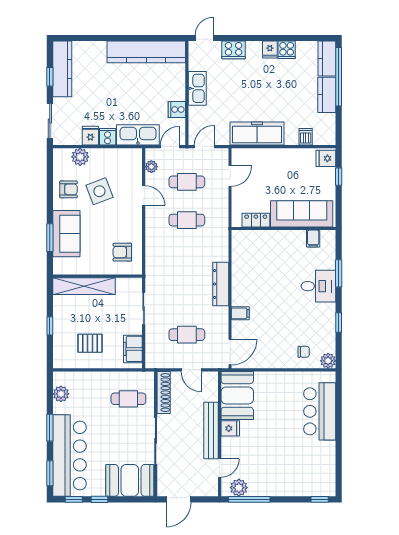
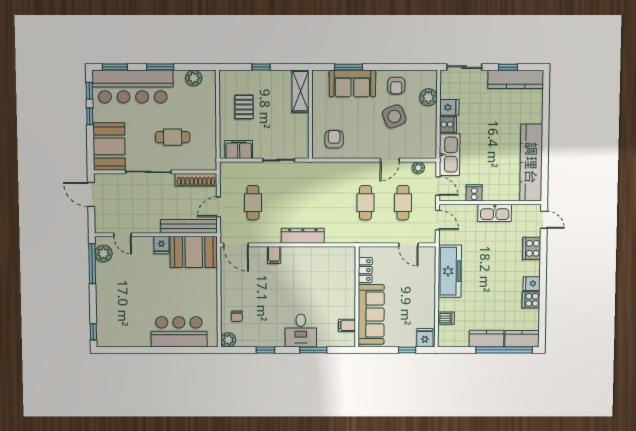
shelving: (84, 286) -> (301, 91), width x0.68
cafe table: (128, 399) -> (173, 137), moved, turned 90
bench: (211, 430) -> (189, 226), moved

